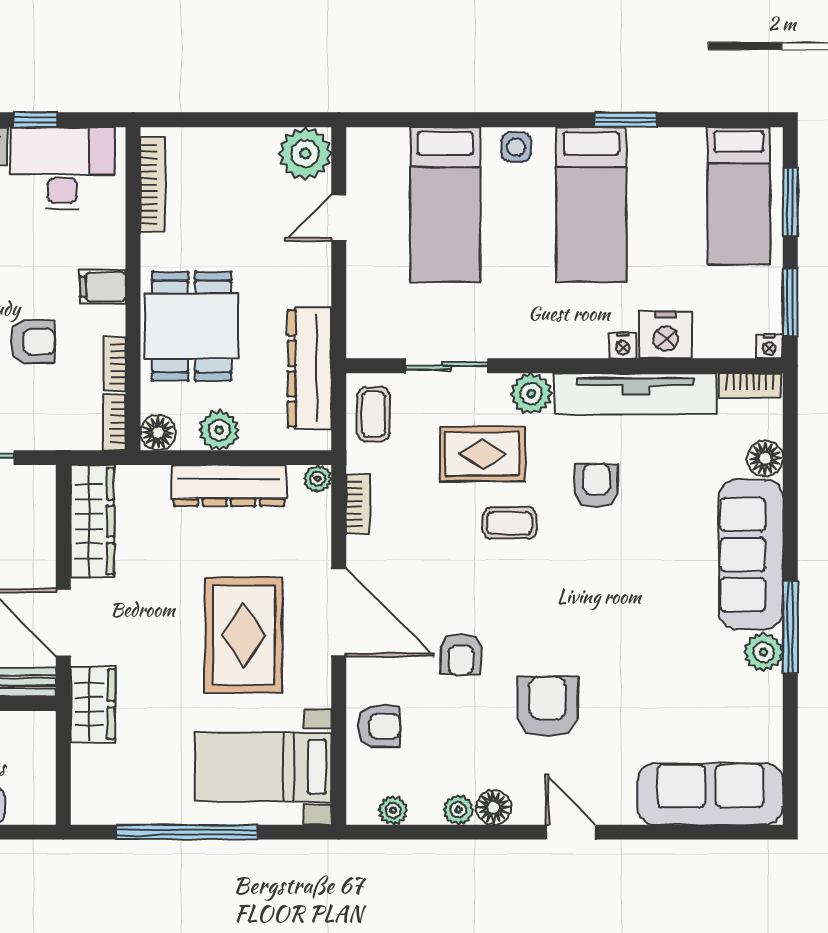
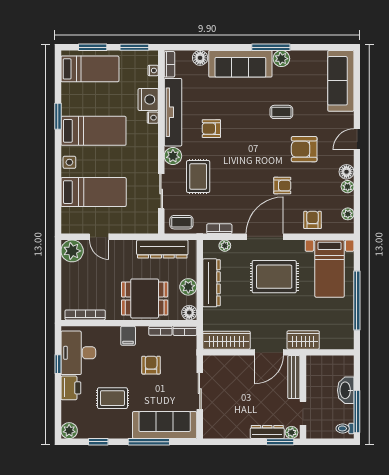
nightstand: (769, 346) -> (153, 70), moved
plant: (318, 479) -> (225, 246), moved
coffee table: (510, 523) -> (281, 112), moved, turned 90

